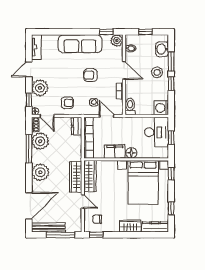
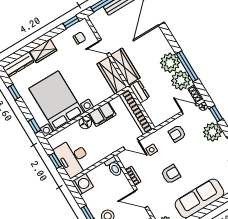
dresser: (77, 126) -> (139, 92), moved
plant: (40, 172) -> (170, 63), moved

